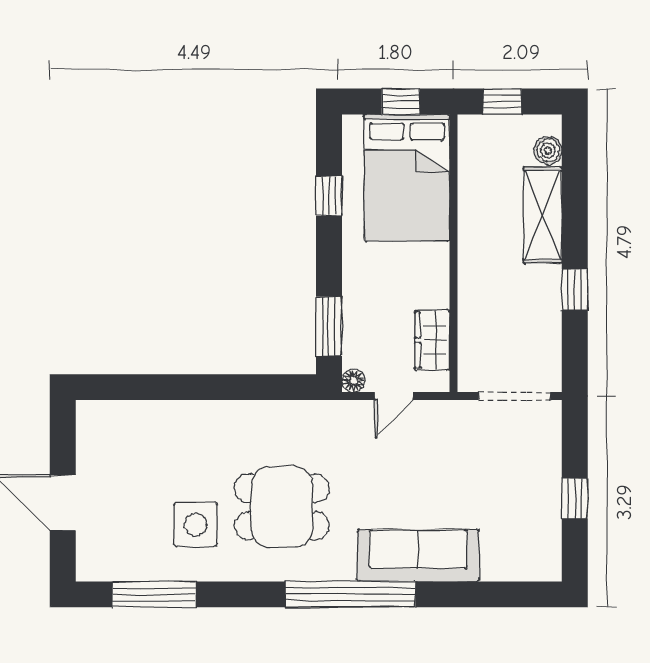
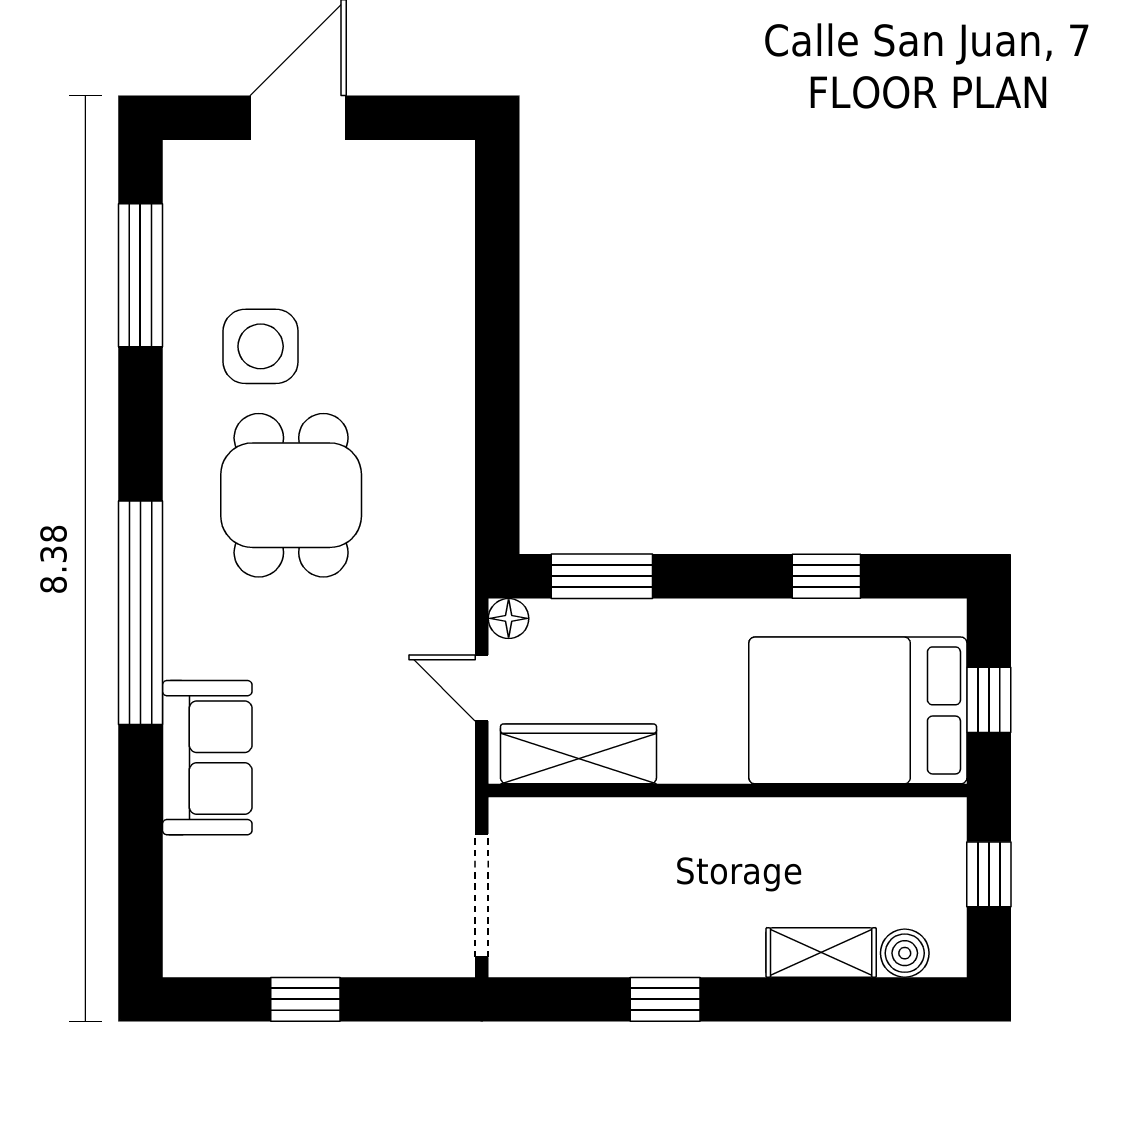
shelving: (543, 215) -> (821, 953), width x0.67, depth x0.75
wardrobe: (432, 340) -> (578, 754), width x1.50
sofa: (418, 556) -> (207, 758), width x0.73

